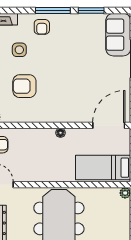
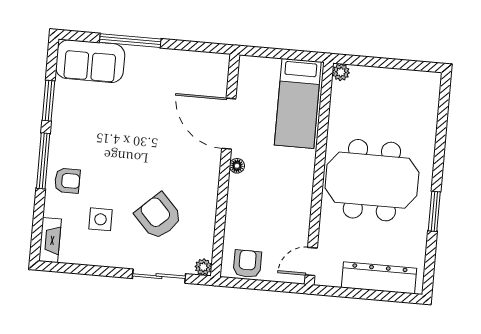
armchair: (24, 86) -> (158, 216), turned 137
door: (109, 125) -> (229, 124), moved

